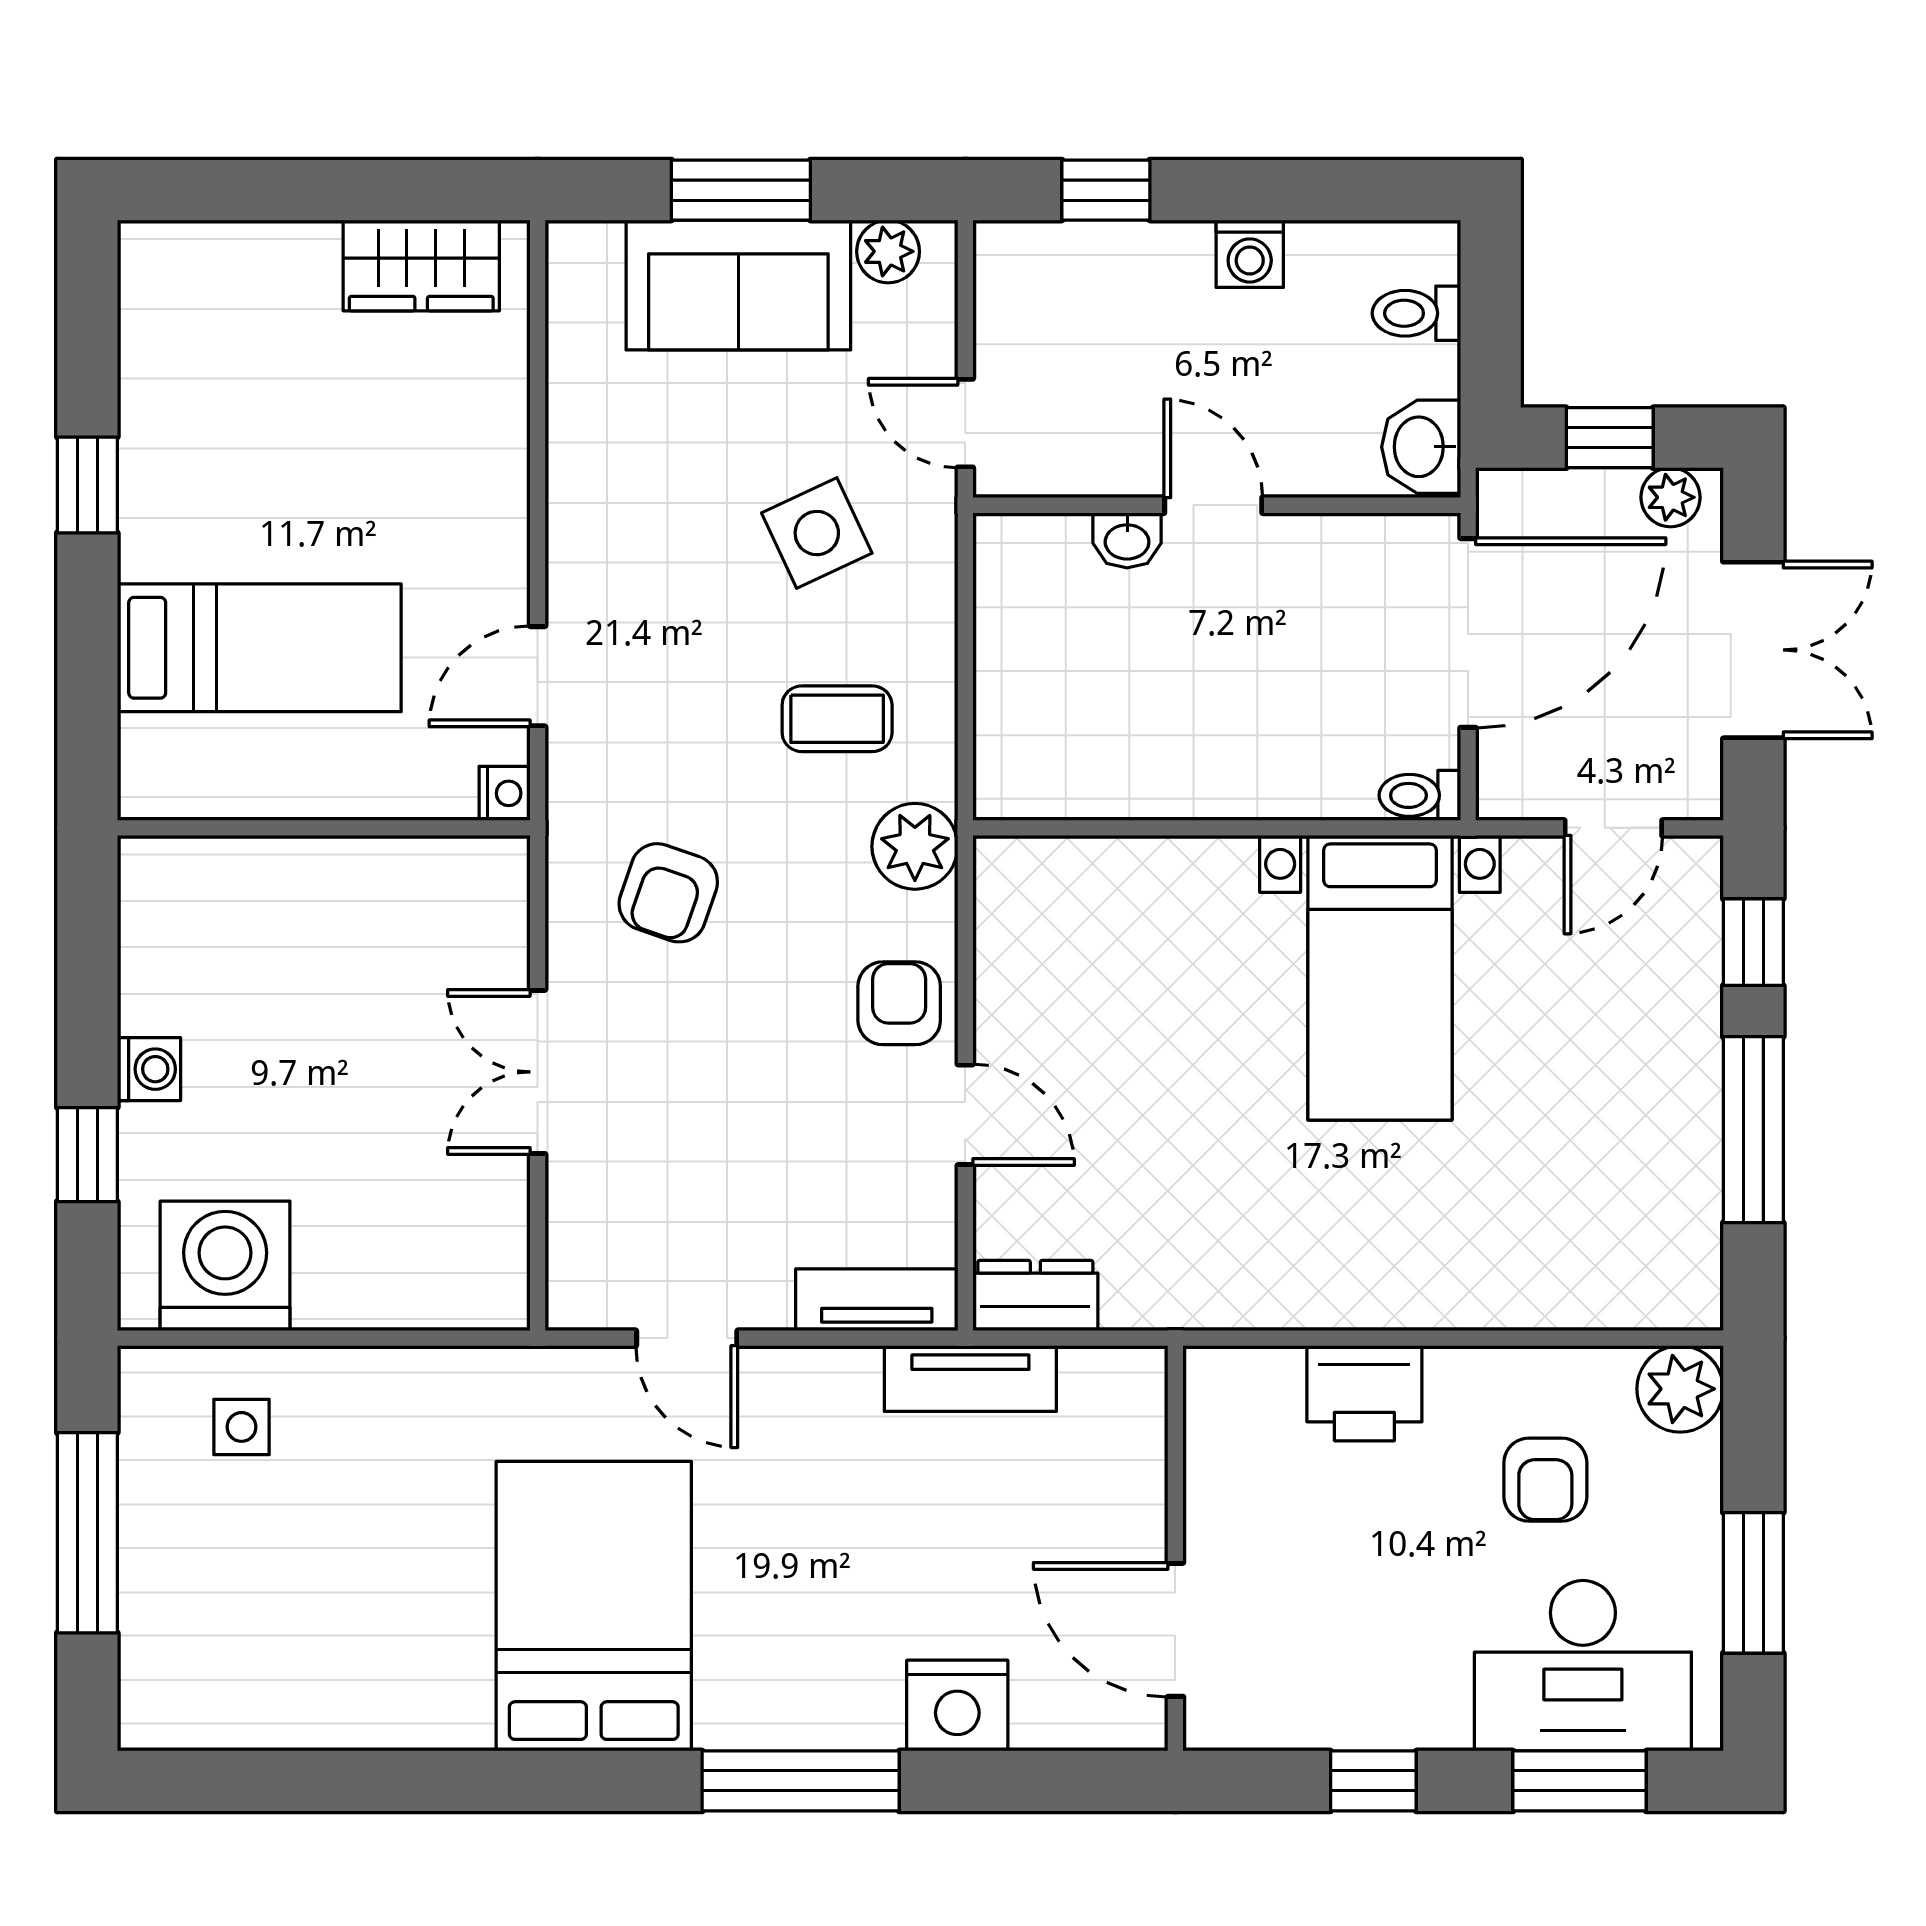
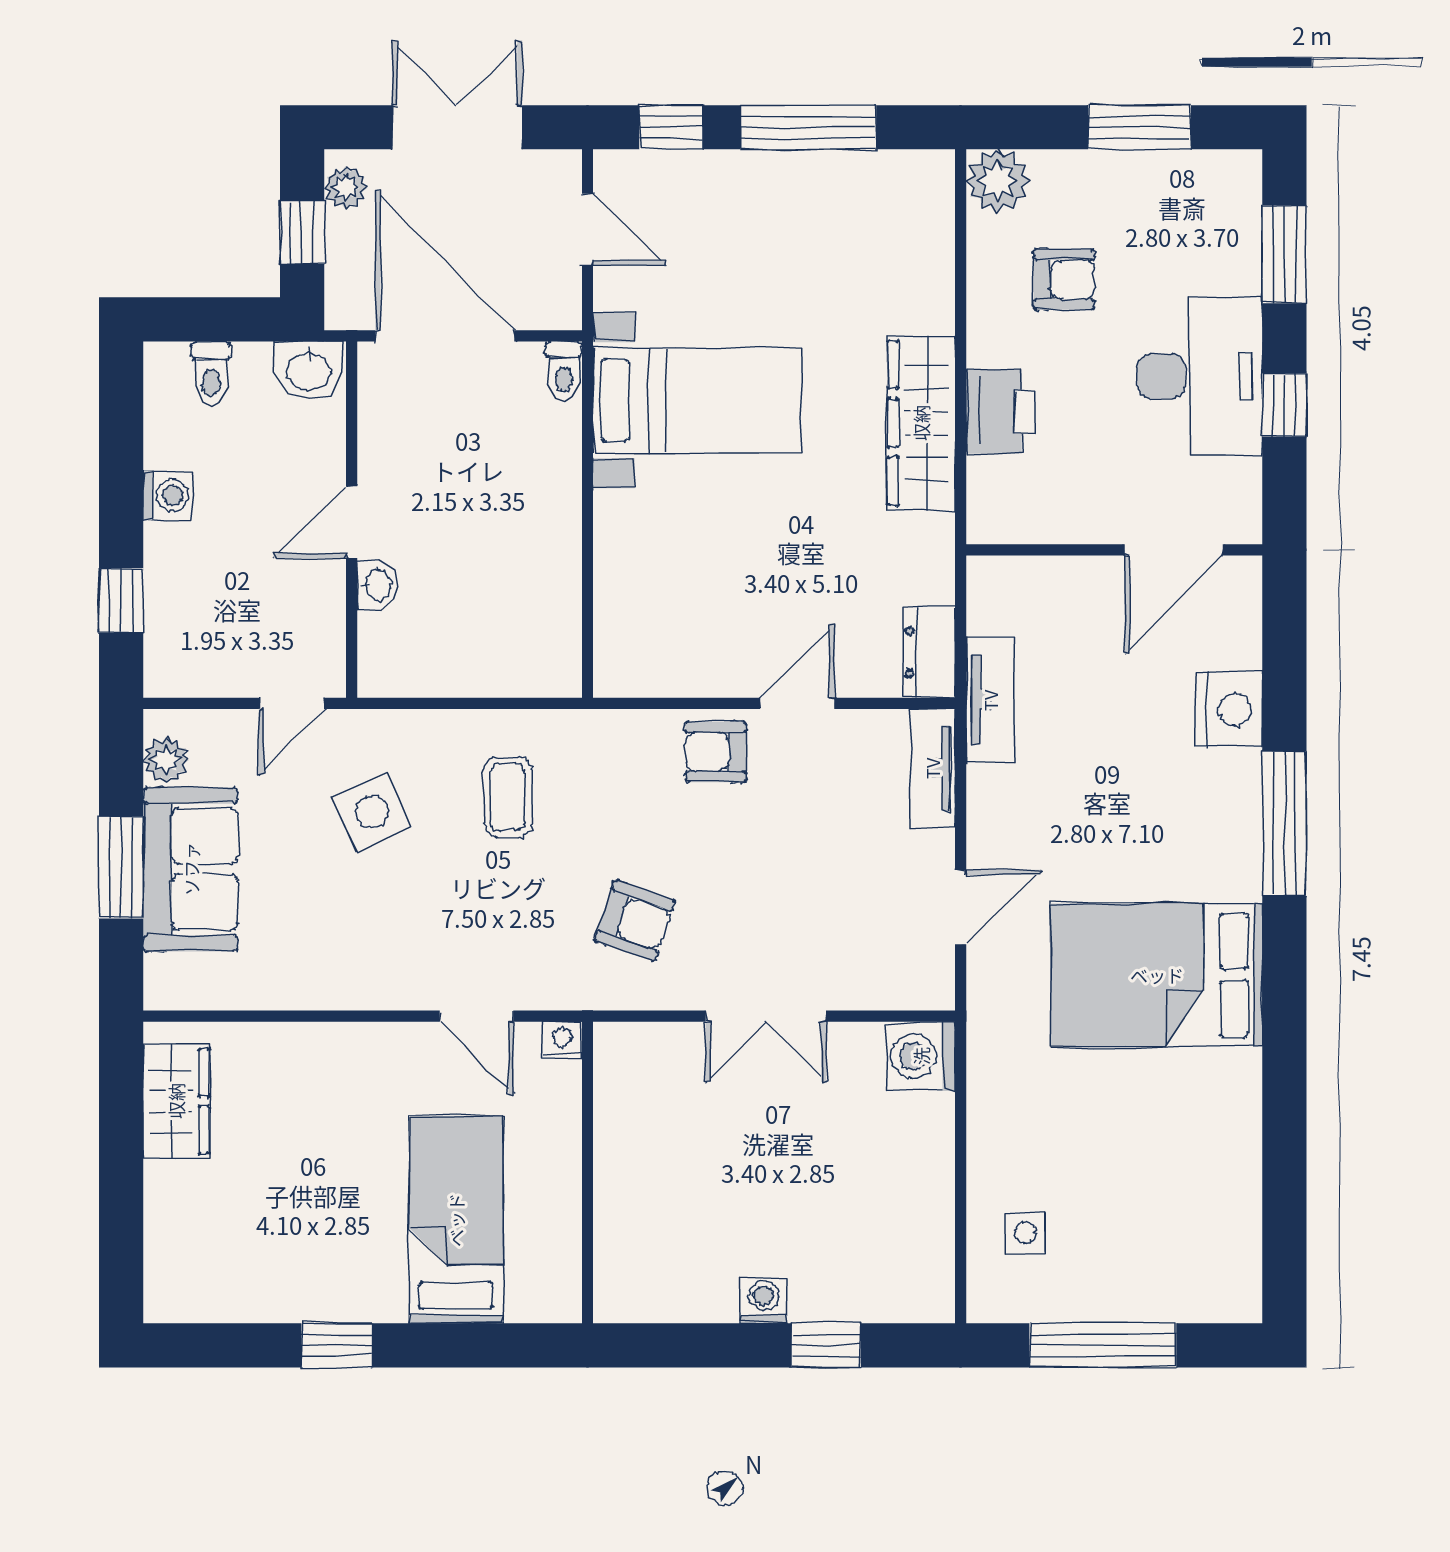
plant: (915, 846) -> (601, 740), removed
washing machine: (225, 1266) -> (921, 1056), moved, width x0.73, depth x0.73
wardrobe: (1349, 1285) -> (921, 423), added
desk: (1583, 1666) -> (1200, 376), moved

